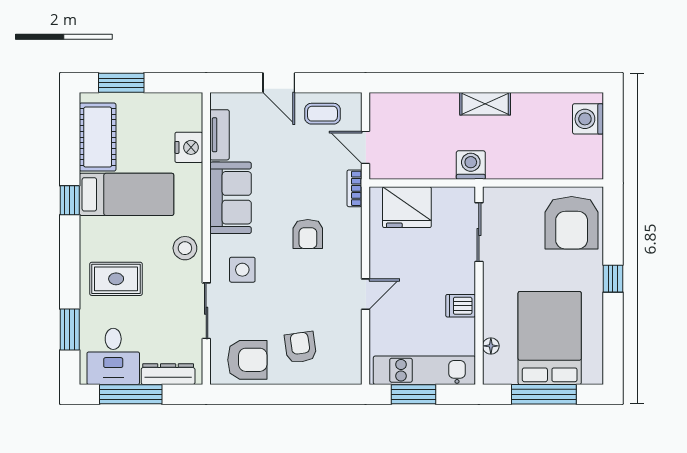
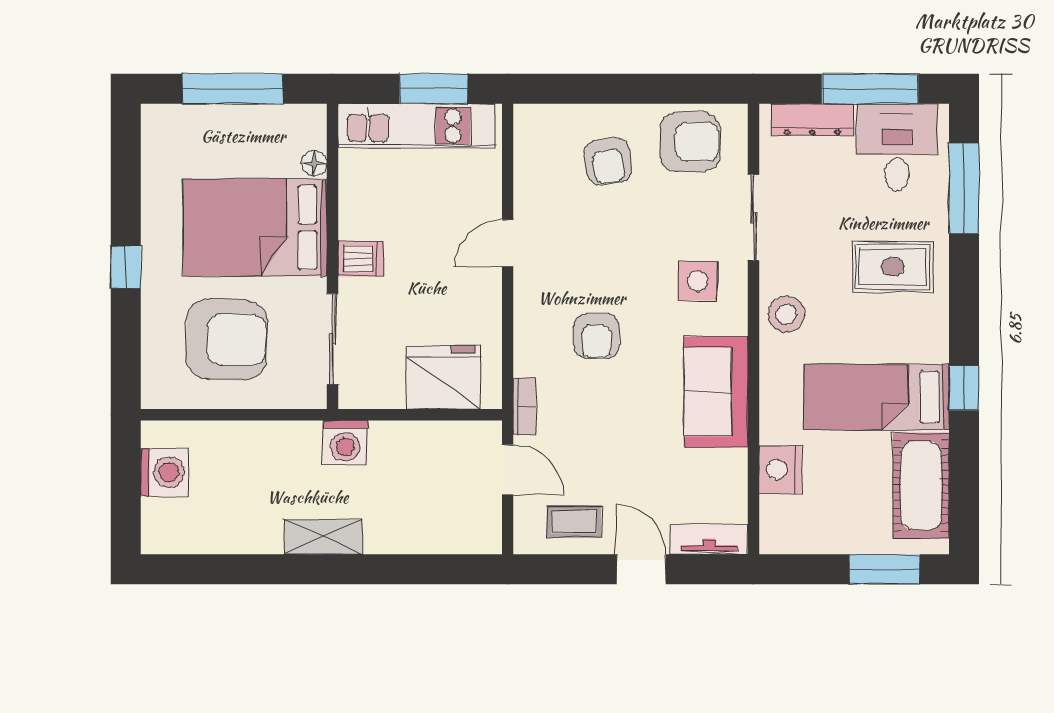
washing machine: (588, 119) -> (164, 472), moved
tv unit: (219, 135) -> (709, 539), moved, turned 90
armchair: (572, 223) -> (227, 339), moved, turned 92
armchair: (308, 234) -> (597, 336), turned 180
dishwasher: (461, 306) -> (361, 259), moved
window: (70, 330) -> (964, 189), width x1.44
bed: (550, 338) -> (255, 228), moved, turned 90
armchair: (247, 360) -> (690, 142), turned 180

